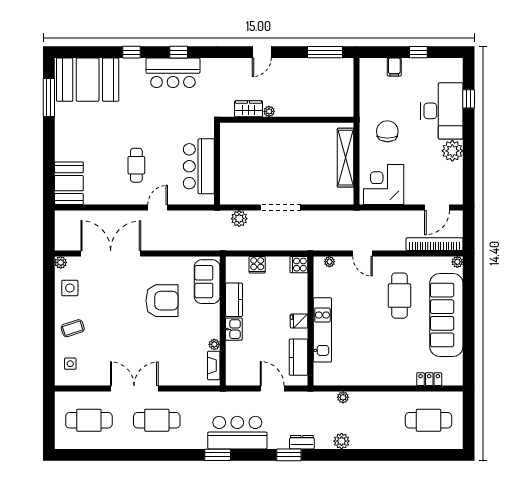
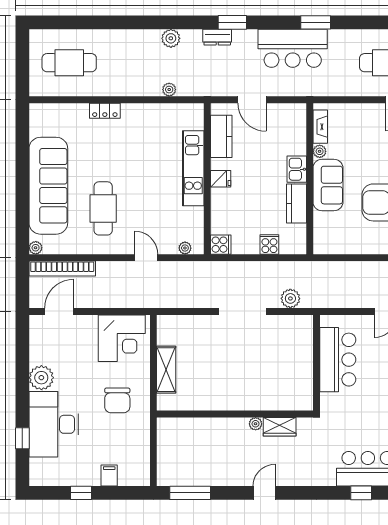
shelving: (346, 158) -> (166, 370), width x0.68
sofa: (207, 282) -> (328, 185), moved
locker: (429, 379) -> (105, 111), moved

